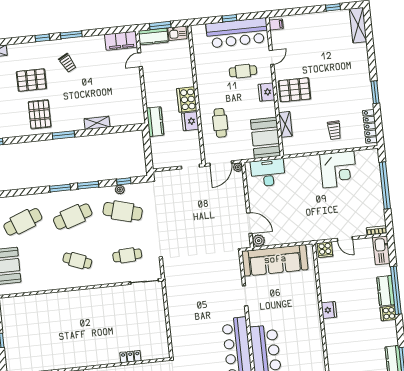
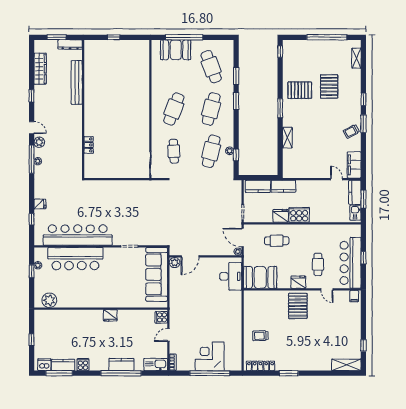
trolley: (67, 63) -> (351, 131), moved
shelving: (285, 124) -> (270, 295), removed
kitchen counter: (158, 152) -> (258, 186), added
corner desk: (338, 169) -> (210, 356), moved, turned 90
window: (88, 185) -> (236, 76), moved
cafe table: (73, 217) -> (211, 109), turned 33
cafe table: (77, 261) -> (174, 109), width x1.37, depth x1.35
cooker: (388, 313) -> (83, 365), moved

